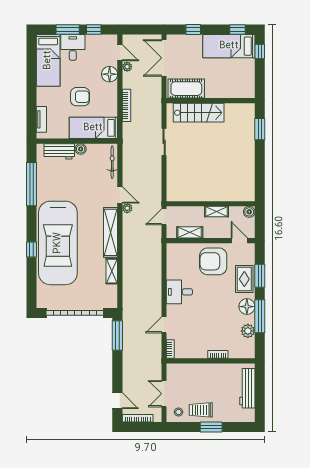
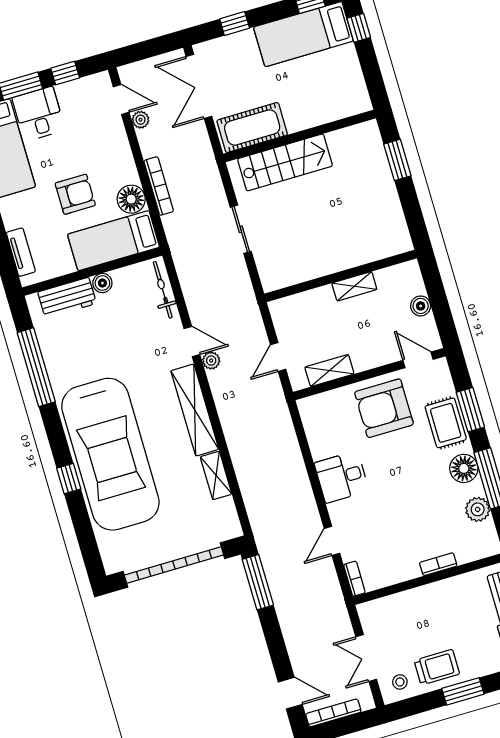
floor lamp: (110, 74) -> (131, 199), moved
wall: (211, 204) -> (341, 276), moved
shelving: (216, 212) -> (354, 286), moved
trolley: (201, 410) -> (437, 667), turned 180

